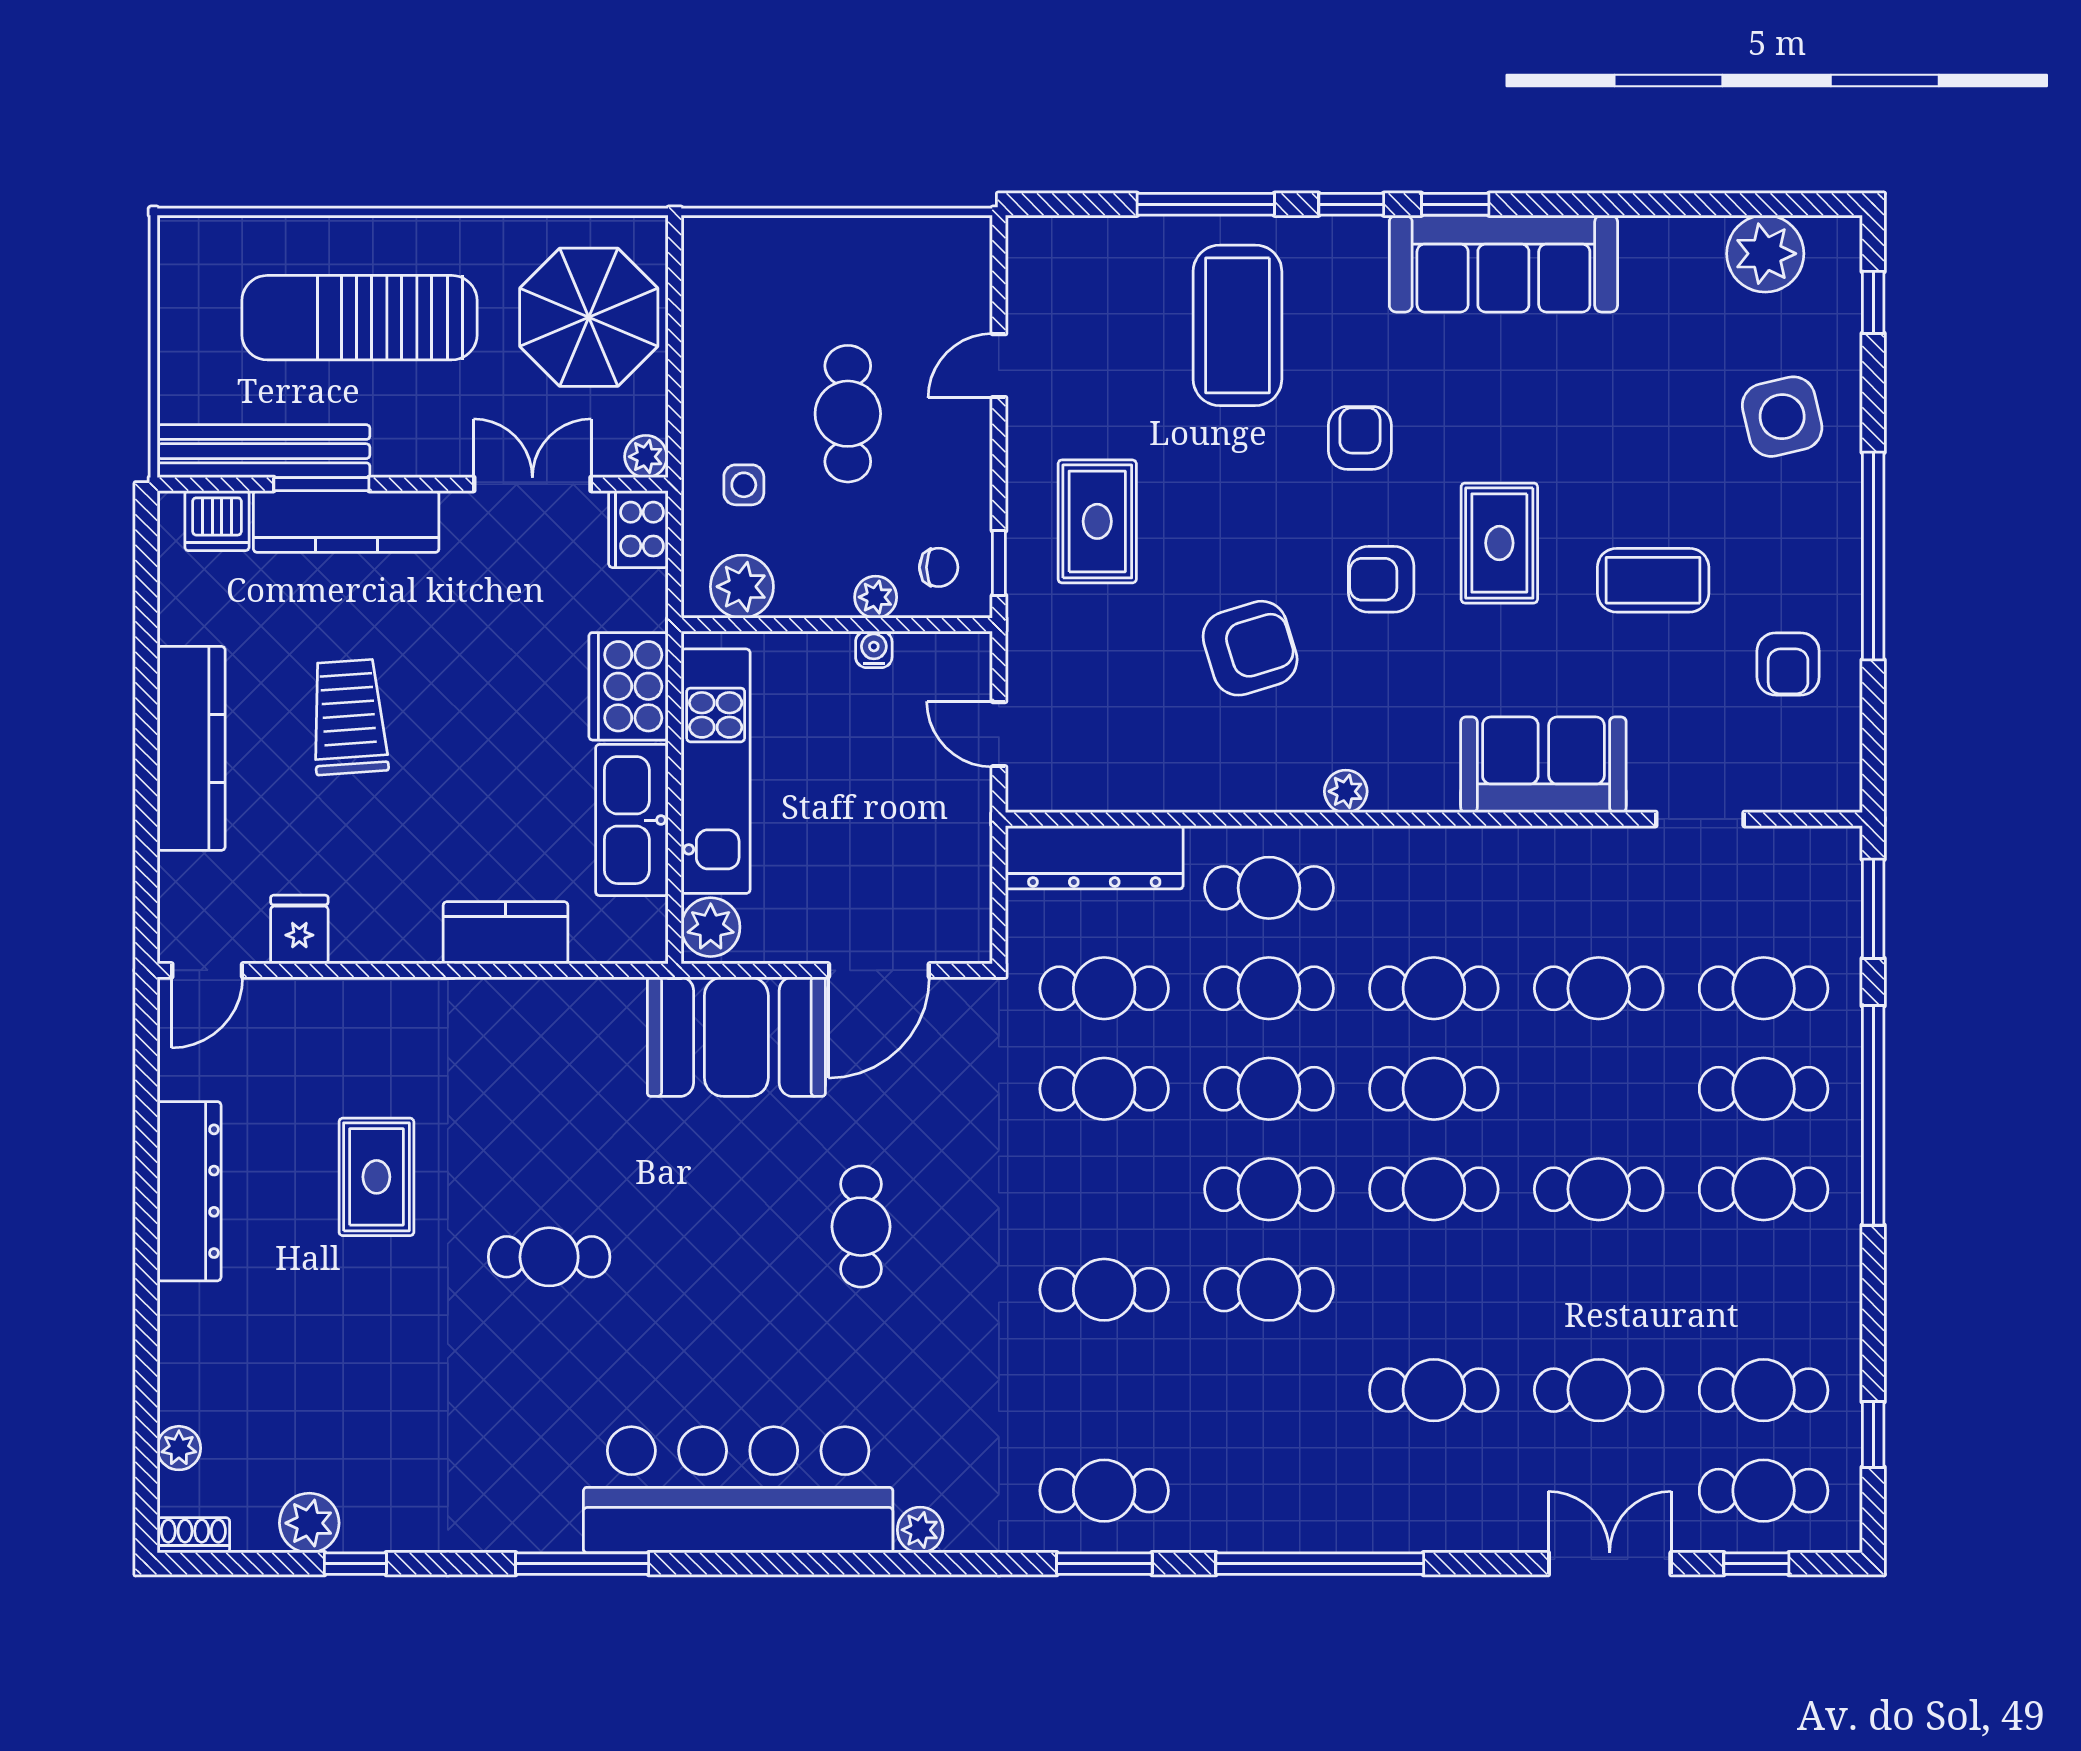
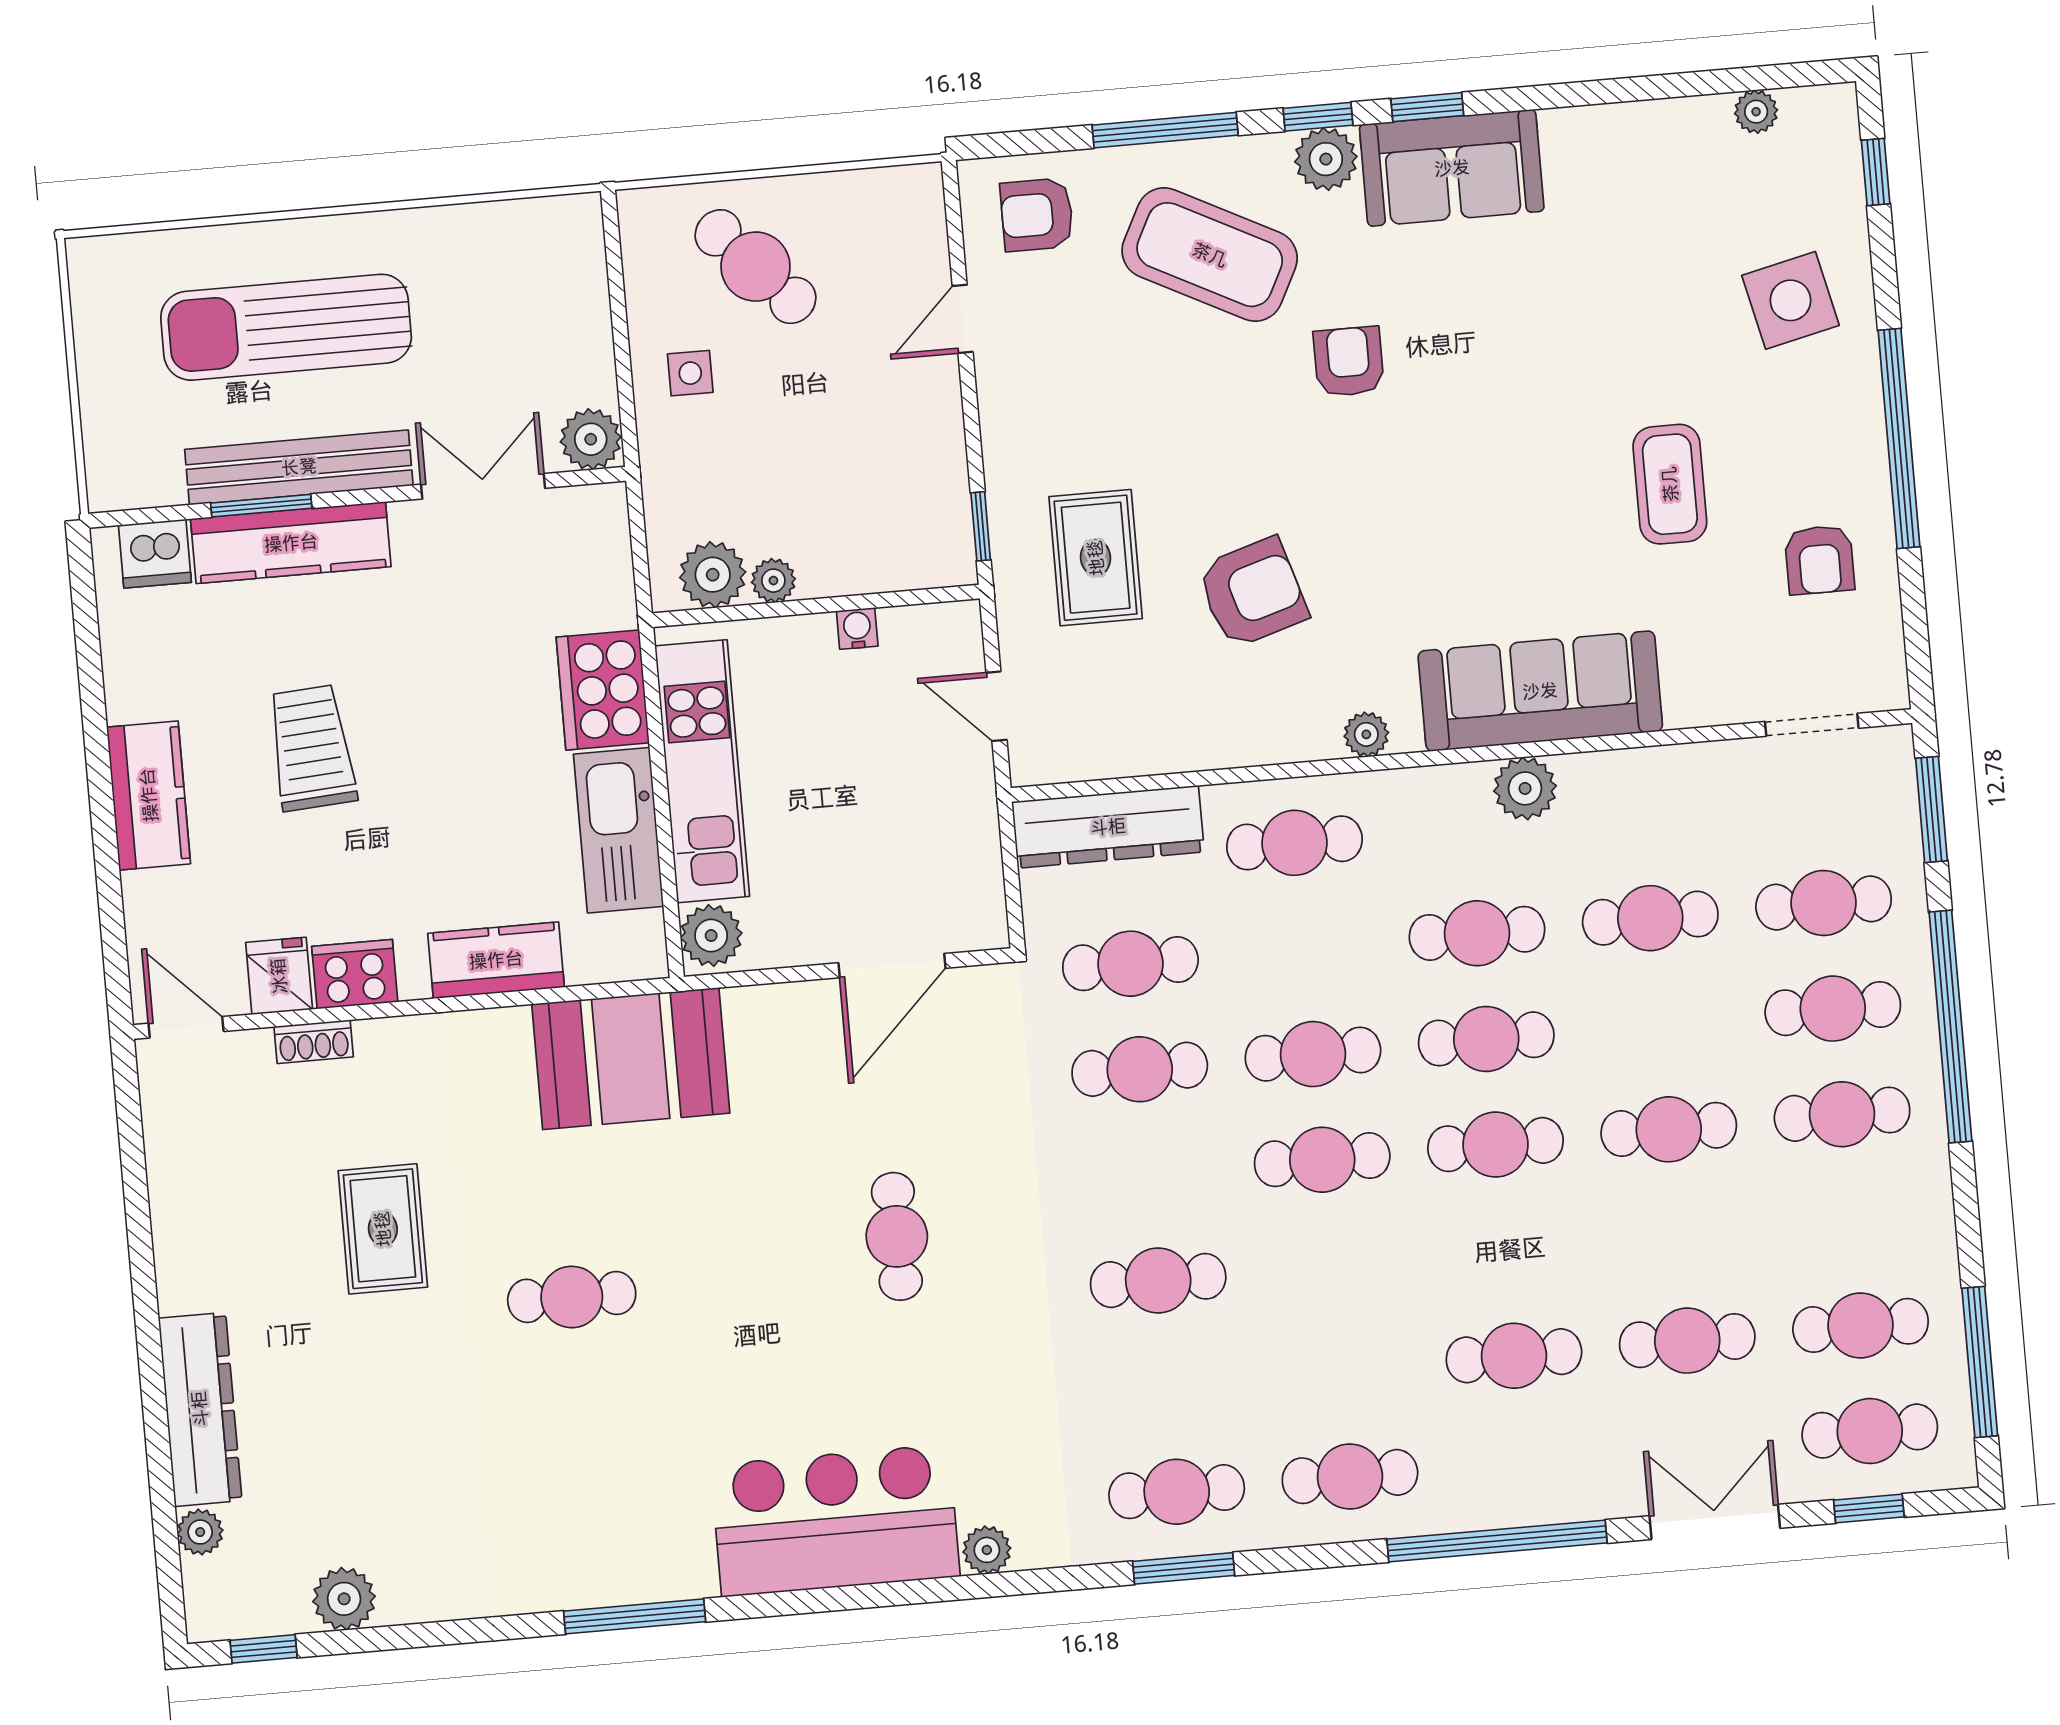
plant: (1355, 245) -> (1326, 159), added
plant: (1765, 254) -> (1756, 112), width x0.53, depth x0.53
sofa: (1503, 264) -> (1452, 168), width x0.73
parasol: (589, 317) -> (527, 306), removed
coffee table: (1237, 325) -> (1210, 255), turned -63
cafe table: (848, 414) -> (755, 267), moved, turned -43
bench: (264, 451) -> (299, 467), moved
plant: (646, 457) -> (591, 439), width x1.38, depth x1.38
side table: (744, 485) -> (690, 373), moved
rug: (1097, 521) -> (1096, 558), moved
cooker: (638, 529) -> (355, 974), moved, turned 90
rug: (1499, 543) -> (1505, 459), removed
chair: (939, 567) -> (918, 536), removed
armchair: (1381, 579) -> (1037, 215), moved
coffee table: (1653, 580) -> (1670, 484), turned 90
plant: (876, 597) -> (773, 581), moved
kitchen counter: (191, 748) -> (149, 795), width x0.67
sofa: (1543, 765) -> (1540, 691), width x1.36
doorway: (1700, 819) -> (1812, 725), moved
plant: (1491, 855) -> (1525, 788), added
door: (207, 970) -> (186, 1027), swing flipped
cafe table: (1269, 988) -> (1304, 948), removed
booth: (736, 1037) -> (631, 1059), moved
dresser: (189, 1191) -> (200, 1409), moved
cafe table: (1269, 1290) -> (1350, 1477), moved
window: (1873, 1434) -> (1980, 1362), width x2.17
bar counter: (738, 1490) -> (835, 1521), width x0.73
shoe rack: (193, 1535) -> (314, 1042), moved, turned 180
window: (355, 1564) -> (264, 1649), moved
window: (1320, 1564) -> (1497, 1541), moved

